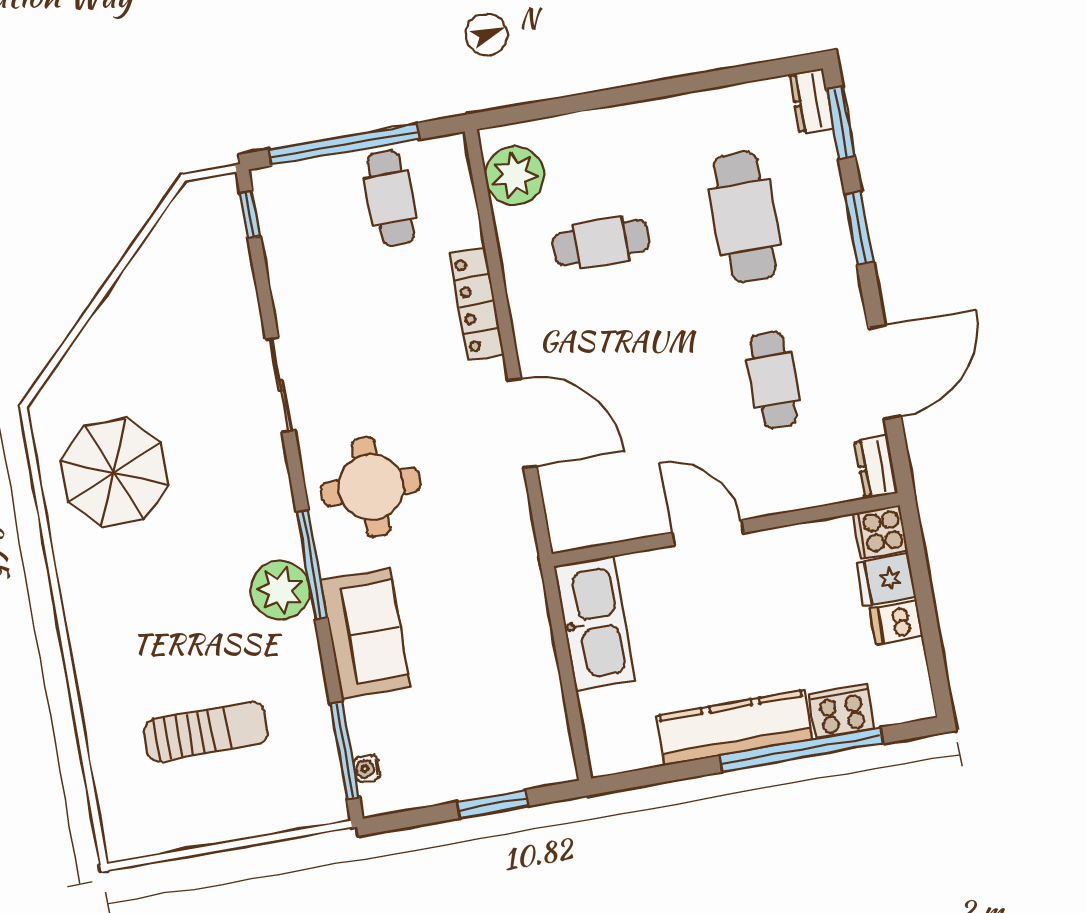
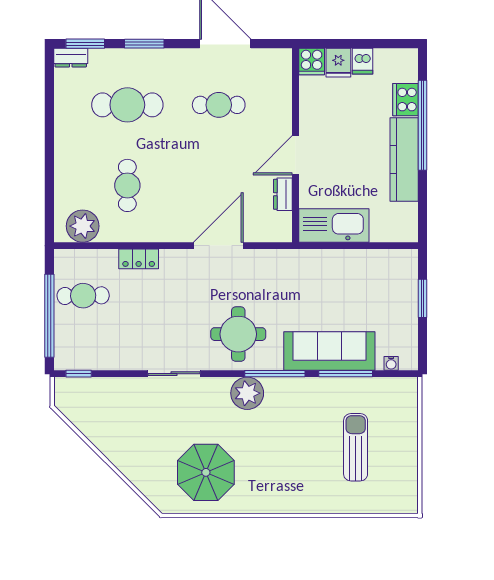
locker: (477, 304) -> (139, 259), width x0.66
dresser: (876, 467) -> (283, 194), moved, turned 90
plant: (280, 590) -> (247, 393), moved
sofa: (366, 633) -> (329, 351), width x1.36
window: (345, 751) -> (346, 374), moved

